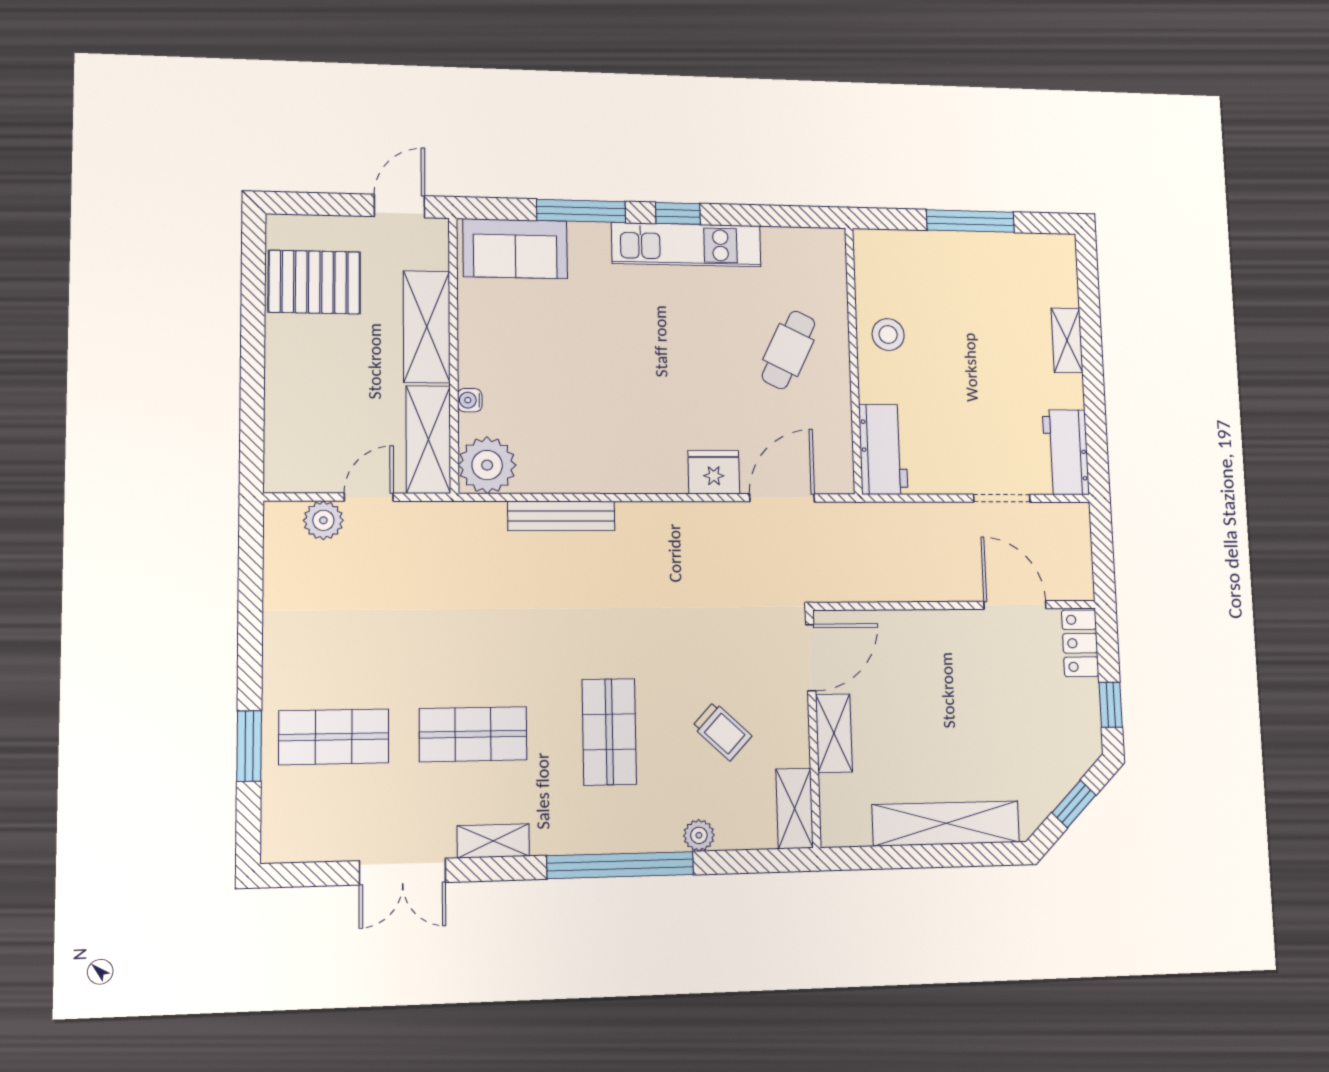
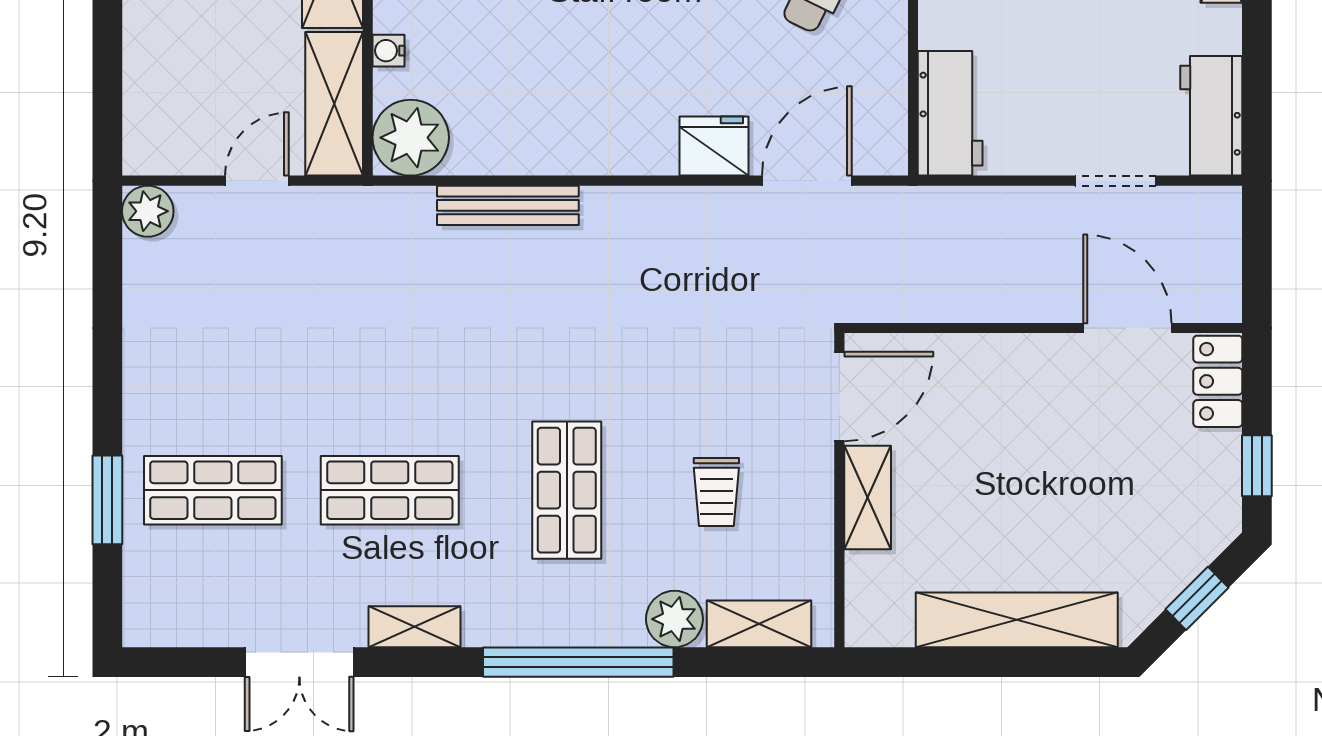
plant: (323, 520) -> (148, 211), moved
trolley: (722, 731) -> (716, 492), turned 47
shelving: (795, 808) -> (759, 624), moved, turned 90
plant: (699, 835) -> (674, 619), width x1.38, depth x1.38

